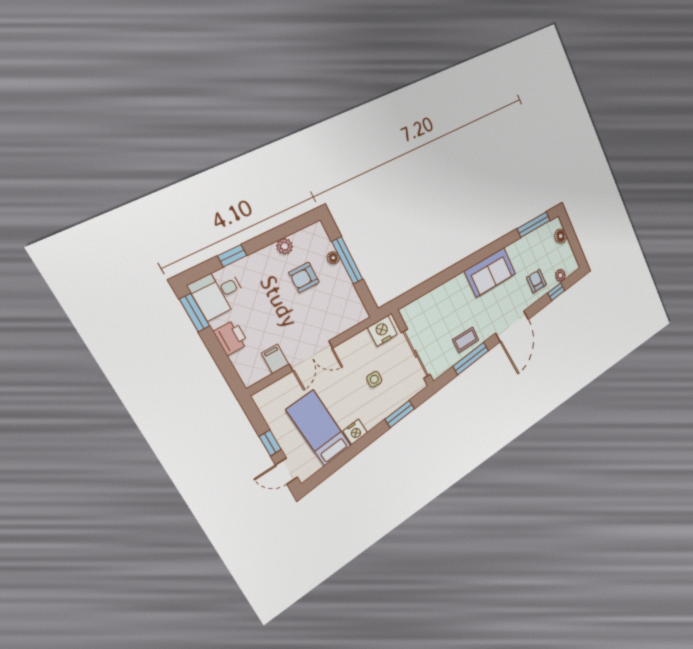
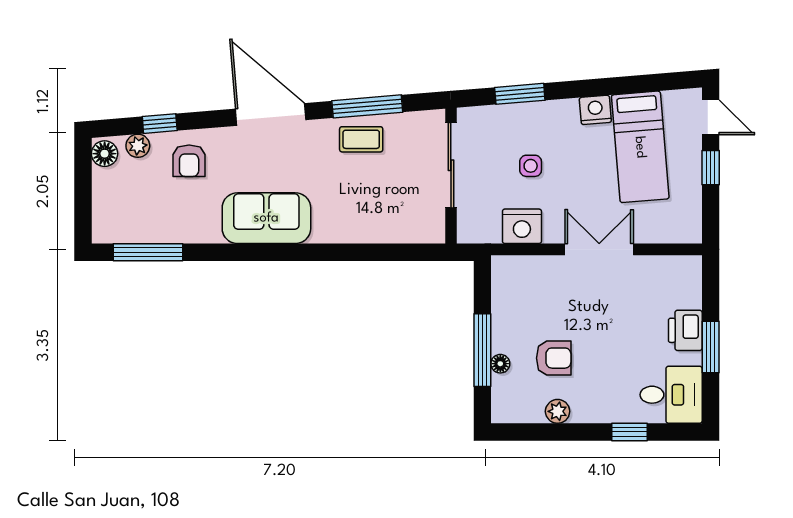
floor lamp: (561, 236) -> (105, 154), moved
window: (195, 313) -> (711, 347), moved
door: (512, 326) -> (271, 114), hinge flipped
nightstand: (382, 331) -> (522, 226), moved
filing cabinet: (275, 359) -> (647, 273), removed

